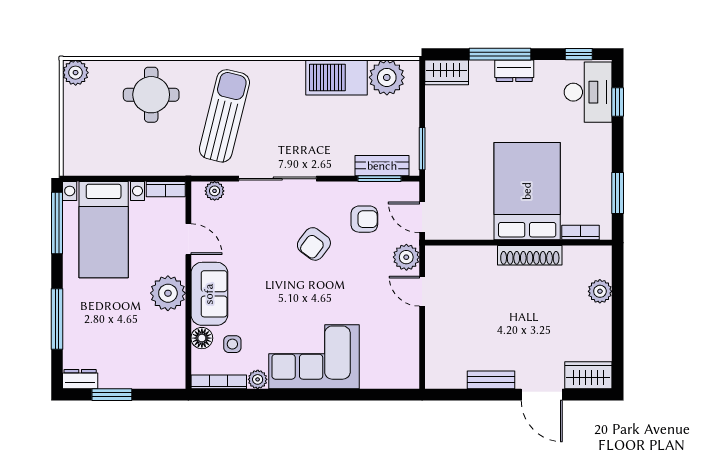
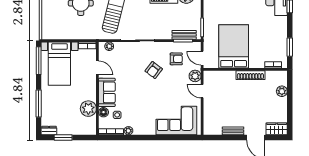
bed: (527, 191) -> (234, 46), moved
plant: (168, 293) -> (88, 109), moved
corner sofa: (314, 357) -> (176, 121), moved

